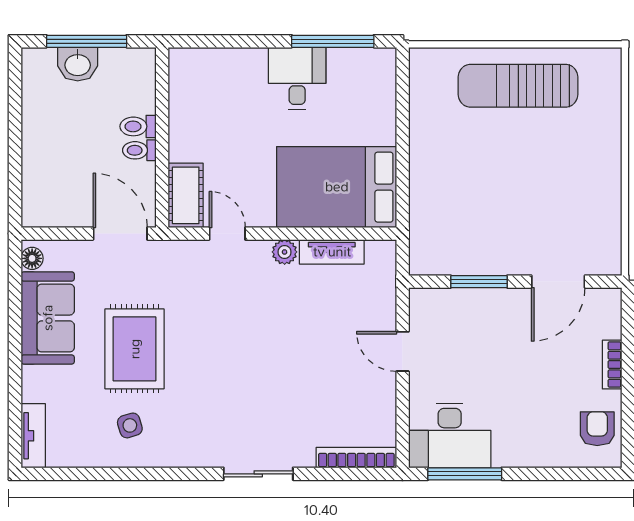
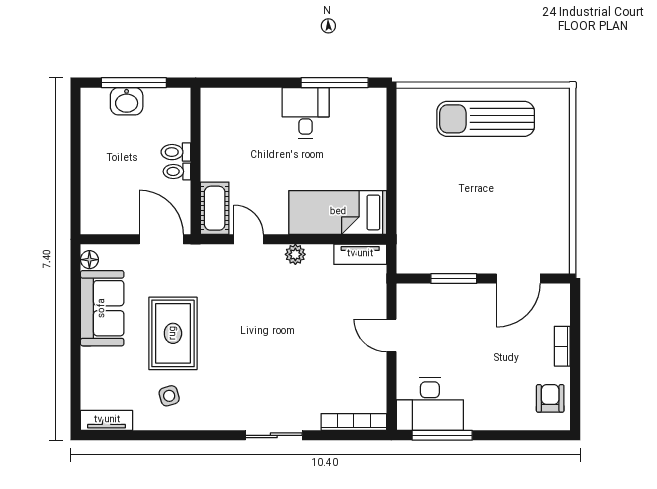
bed: (337, 187) -> (338, 212), width x0.67
tv unit: (332, 252) -> (360, 254), moved
tv unit: (33, 436) -> (107, 420), moved, turned -90

